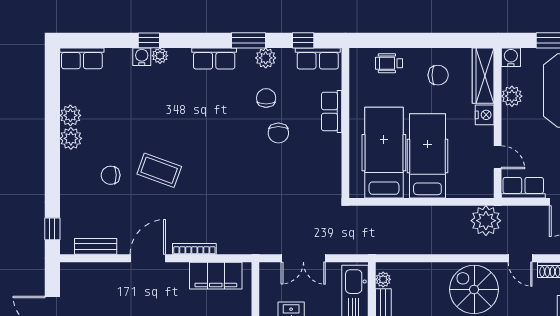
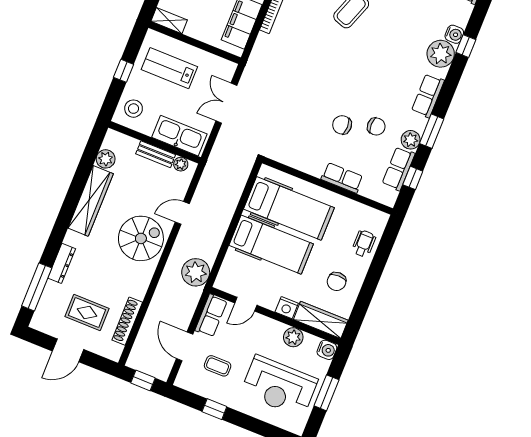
plant: (160, 56) -> (441, 54), width x1.88, depth x1.88
row of seats: (318, 58) -> (399, 169), moved
door: (520, 258) -> (182, 213), moved

